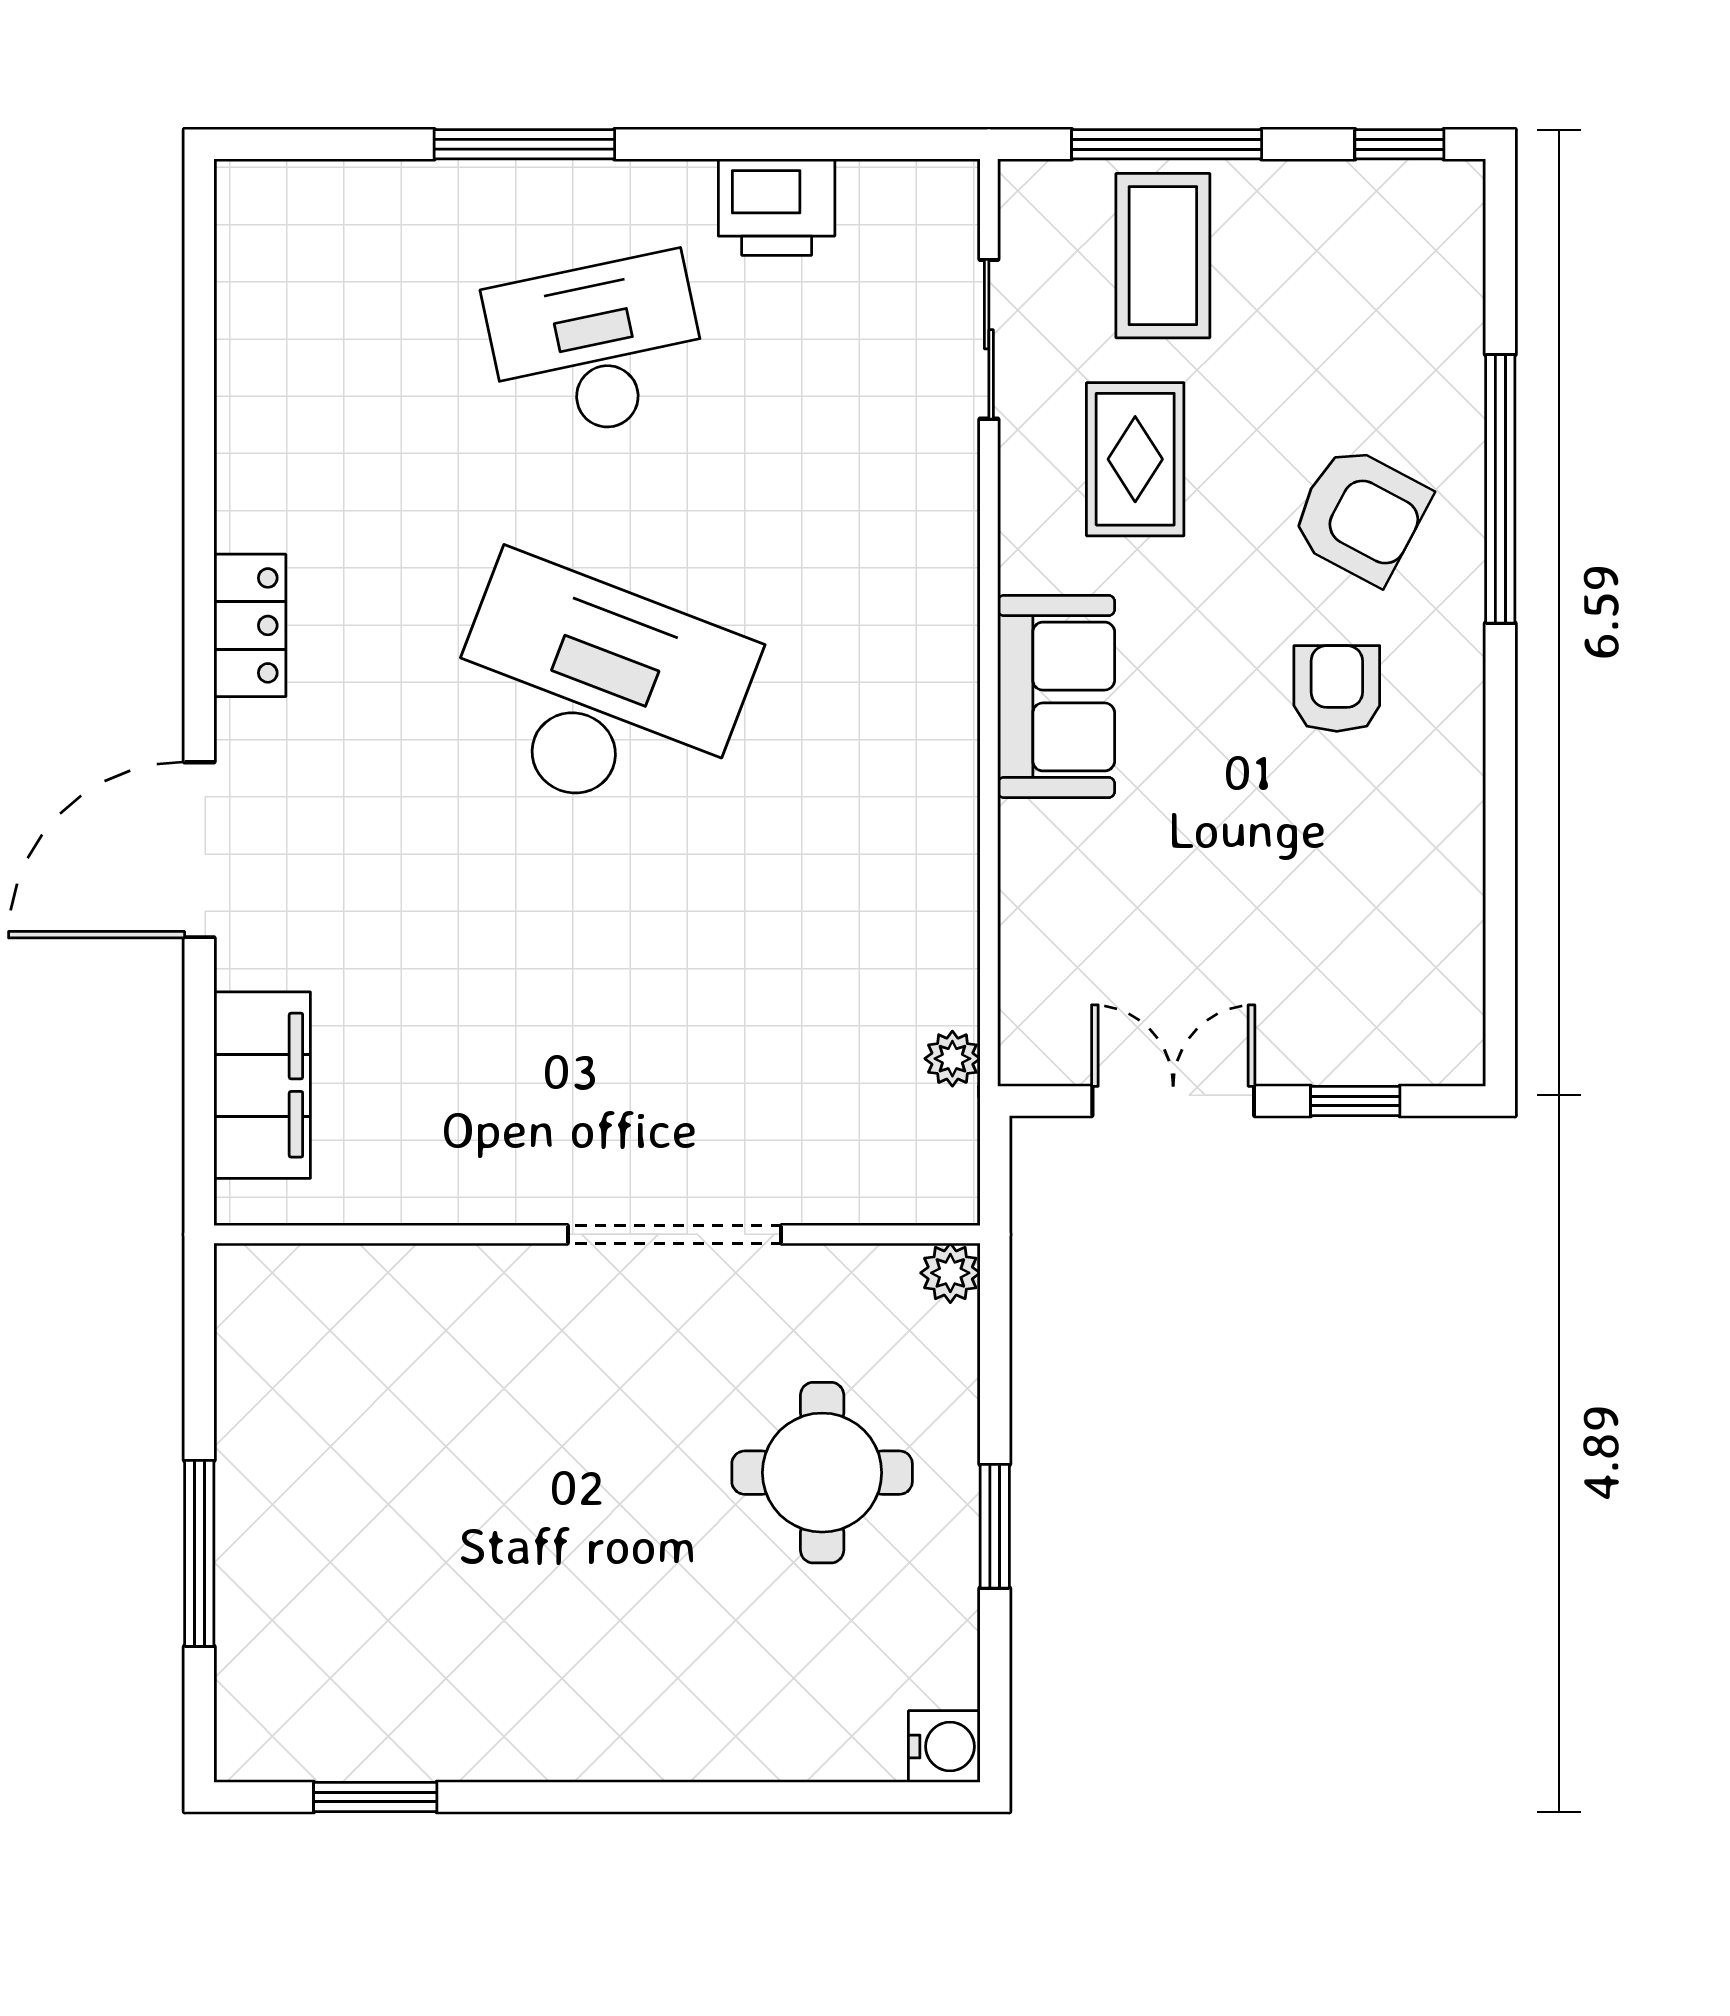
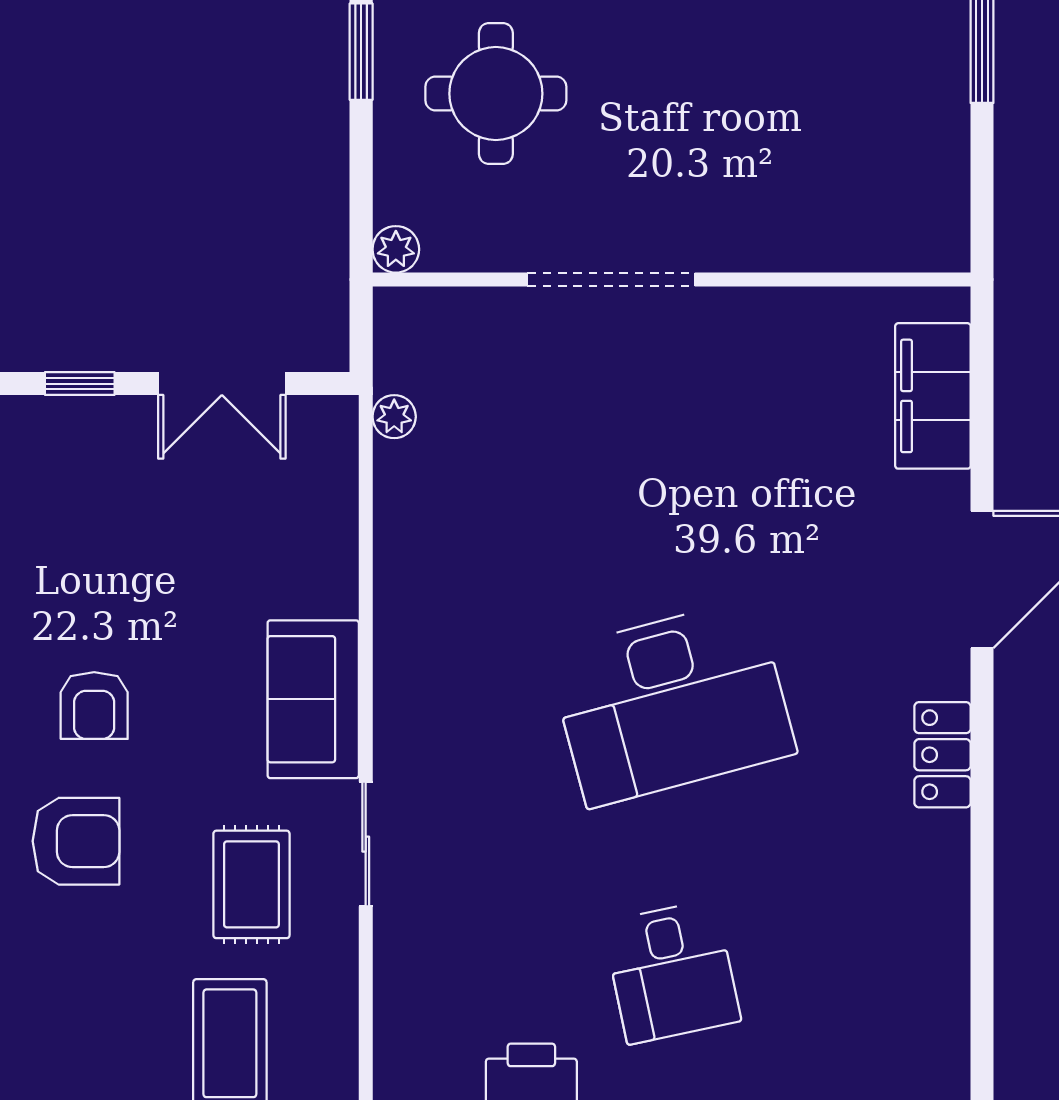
sliding door: (989, 339) -> (366, 844), moved
desk: (597, 347) -> (672, 972), width x0.73
armchair: (1360, 515) -> (76, 841), turned 152
desk: (597, 692) -> (672, 703), turned -36

